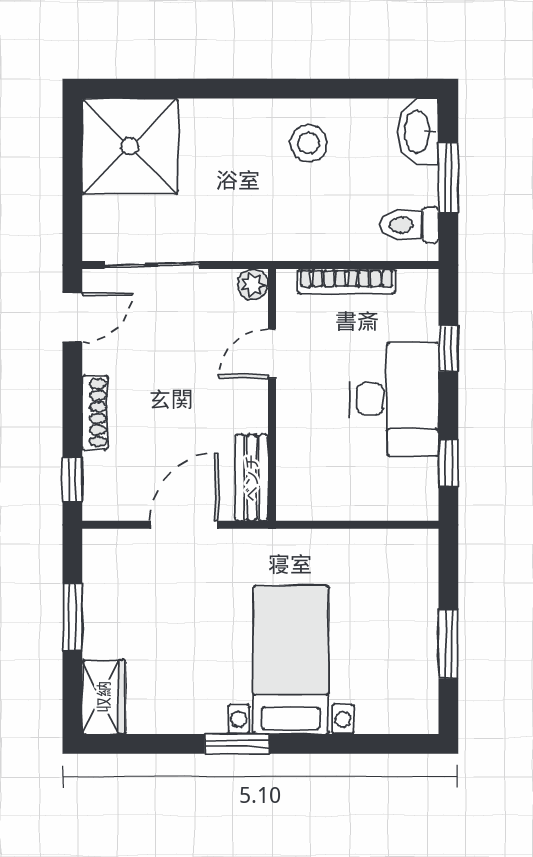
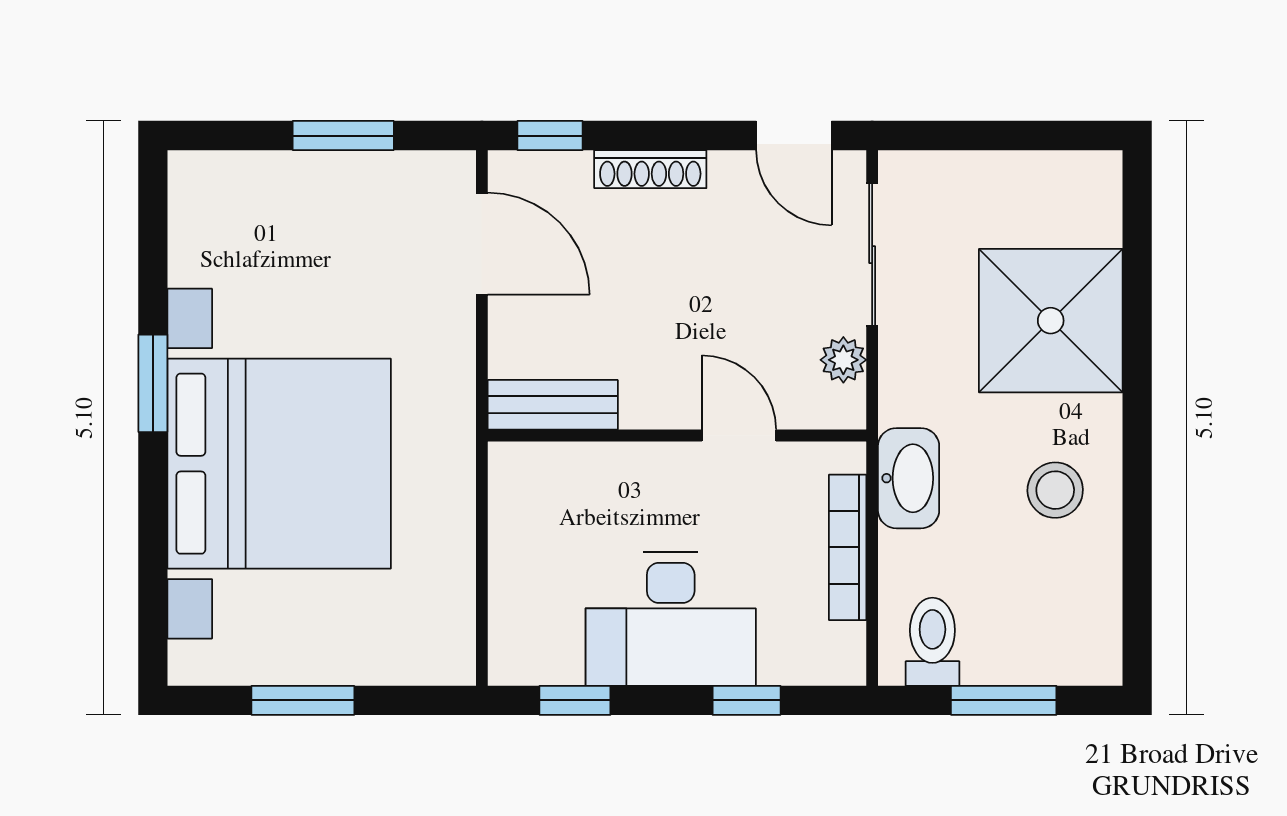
washbasin: (418, 132) -> (909, 478), moved, turned 90
shower: (130, 146) -> (1051, 321), moved
plant: (253, 284) -> (843, 360), moved
door: (184, 525) -> (482, 244), moved
bed with nightstands: (291, 660) -> (279, 464), width x1.85
wardrobe: (104, 697) -> (223, 183), removed

